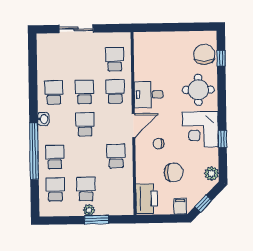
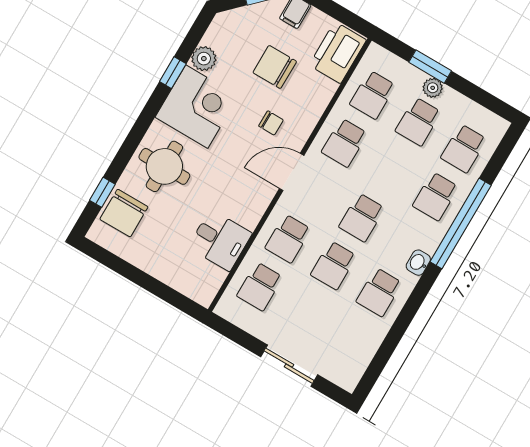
desk: (149, 95) -> (220, 240), moved
plant: (212, 174) -> (204, 59), moved
school desk: (117, 188) -> (373, 95), added

